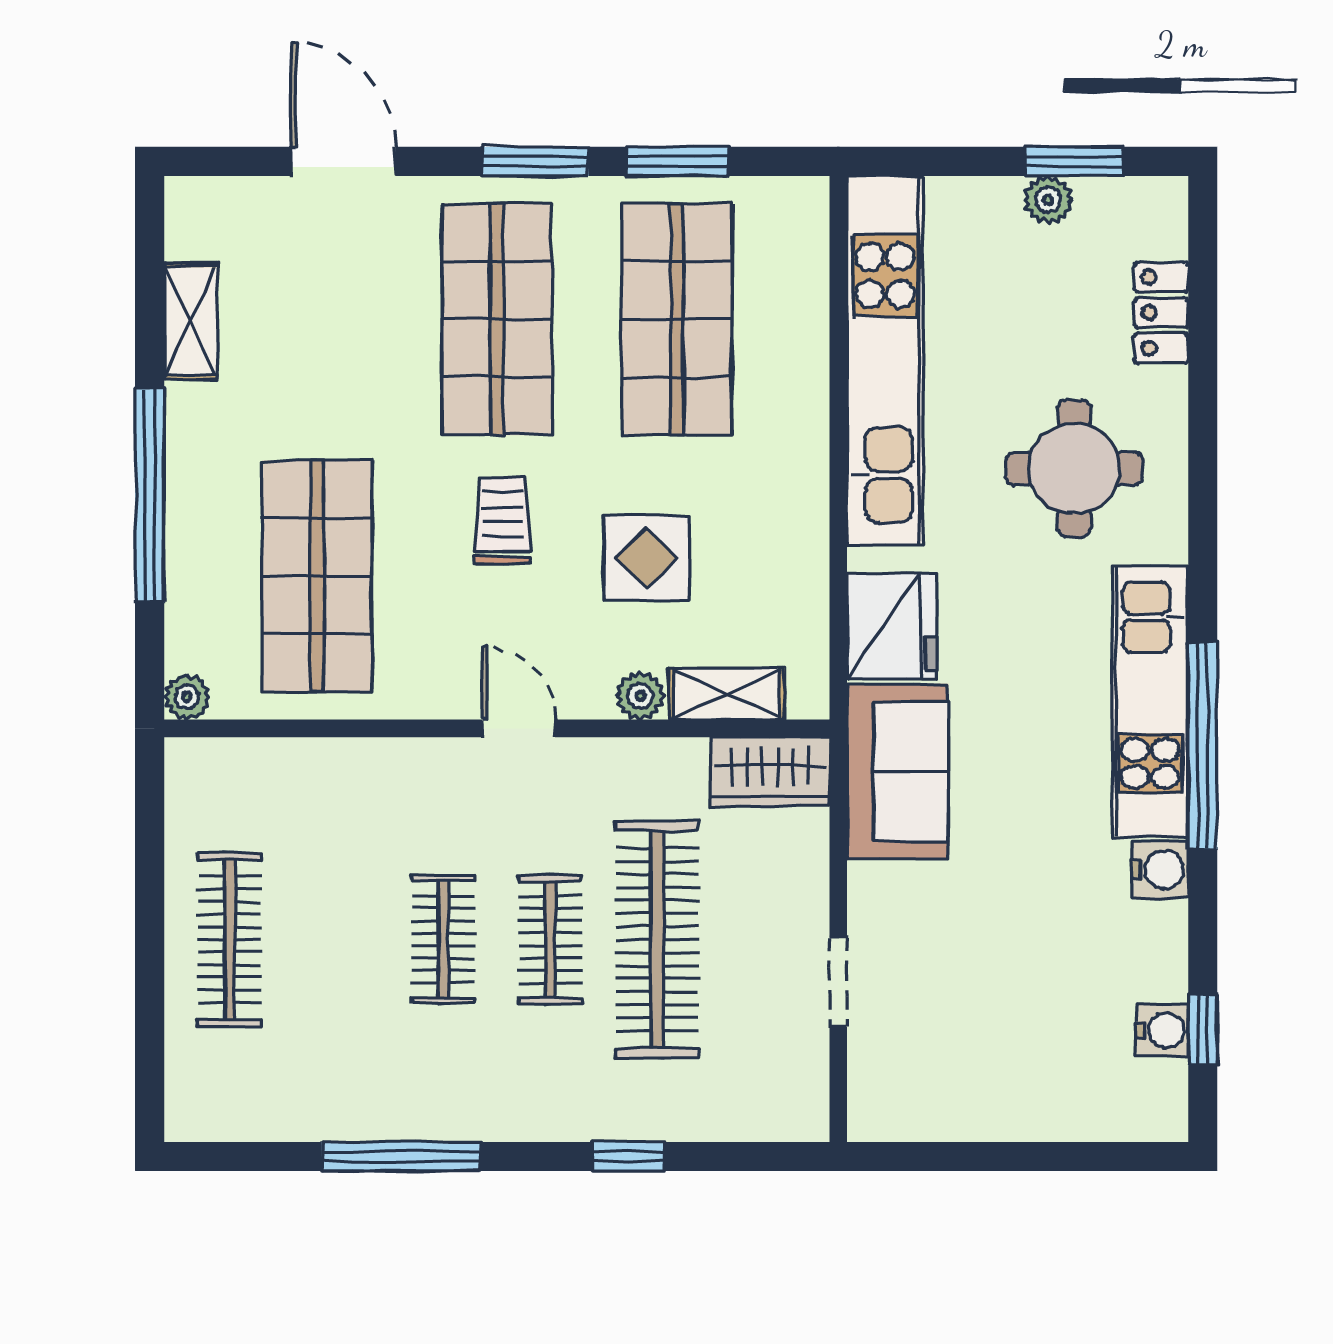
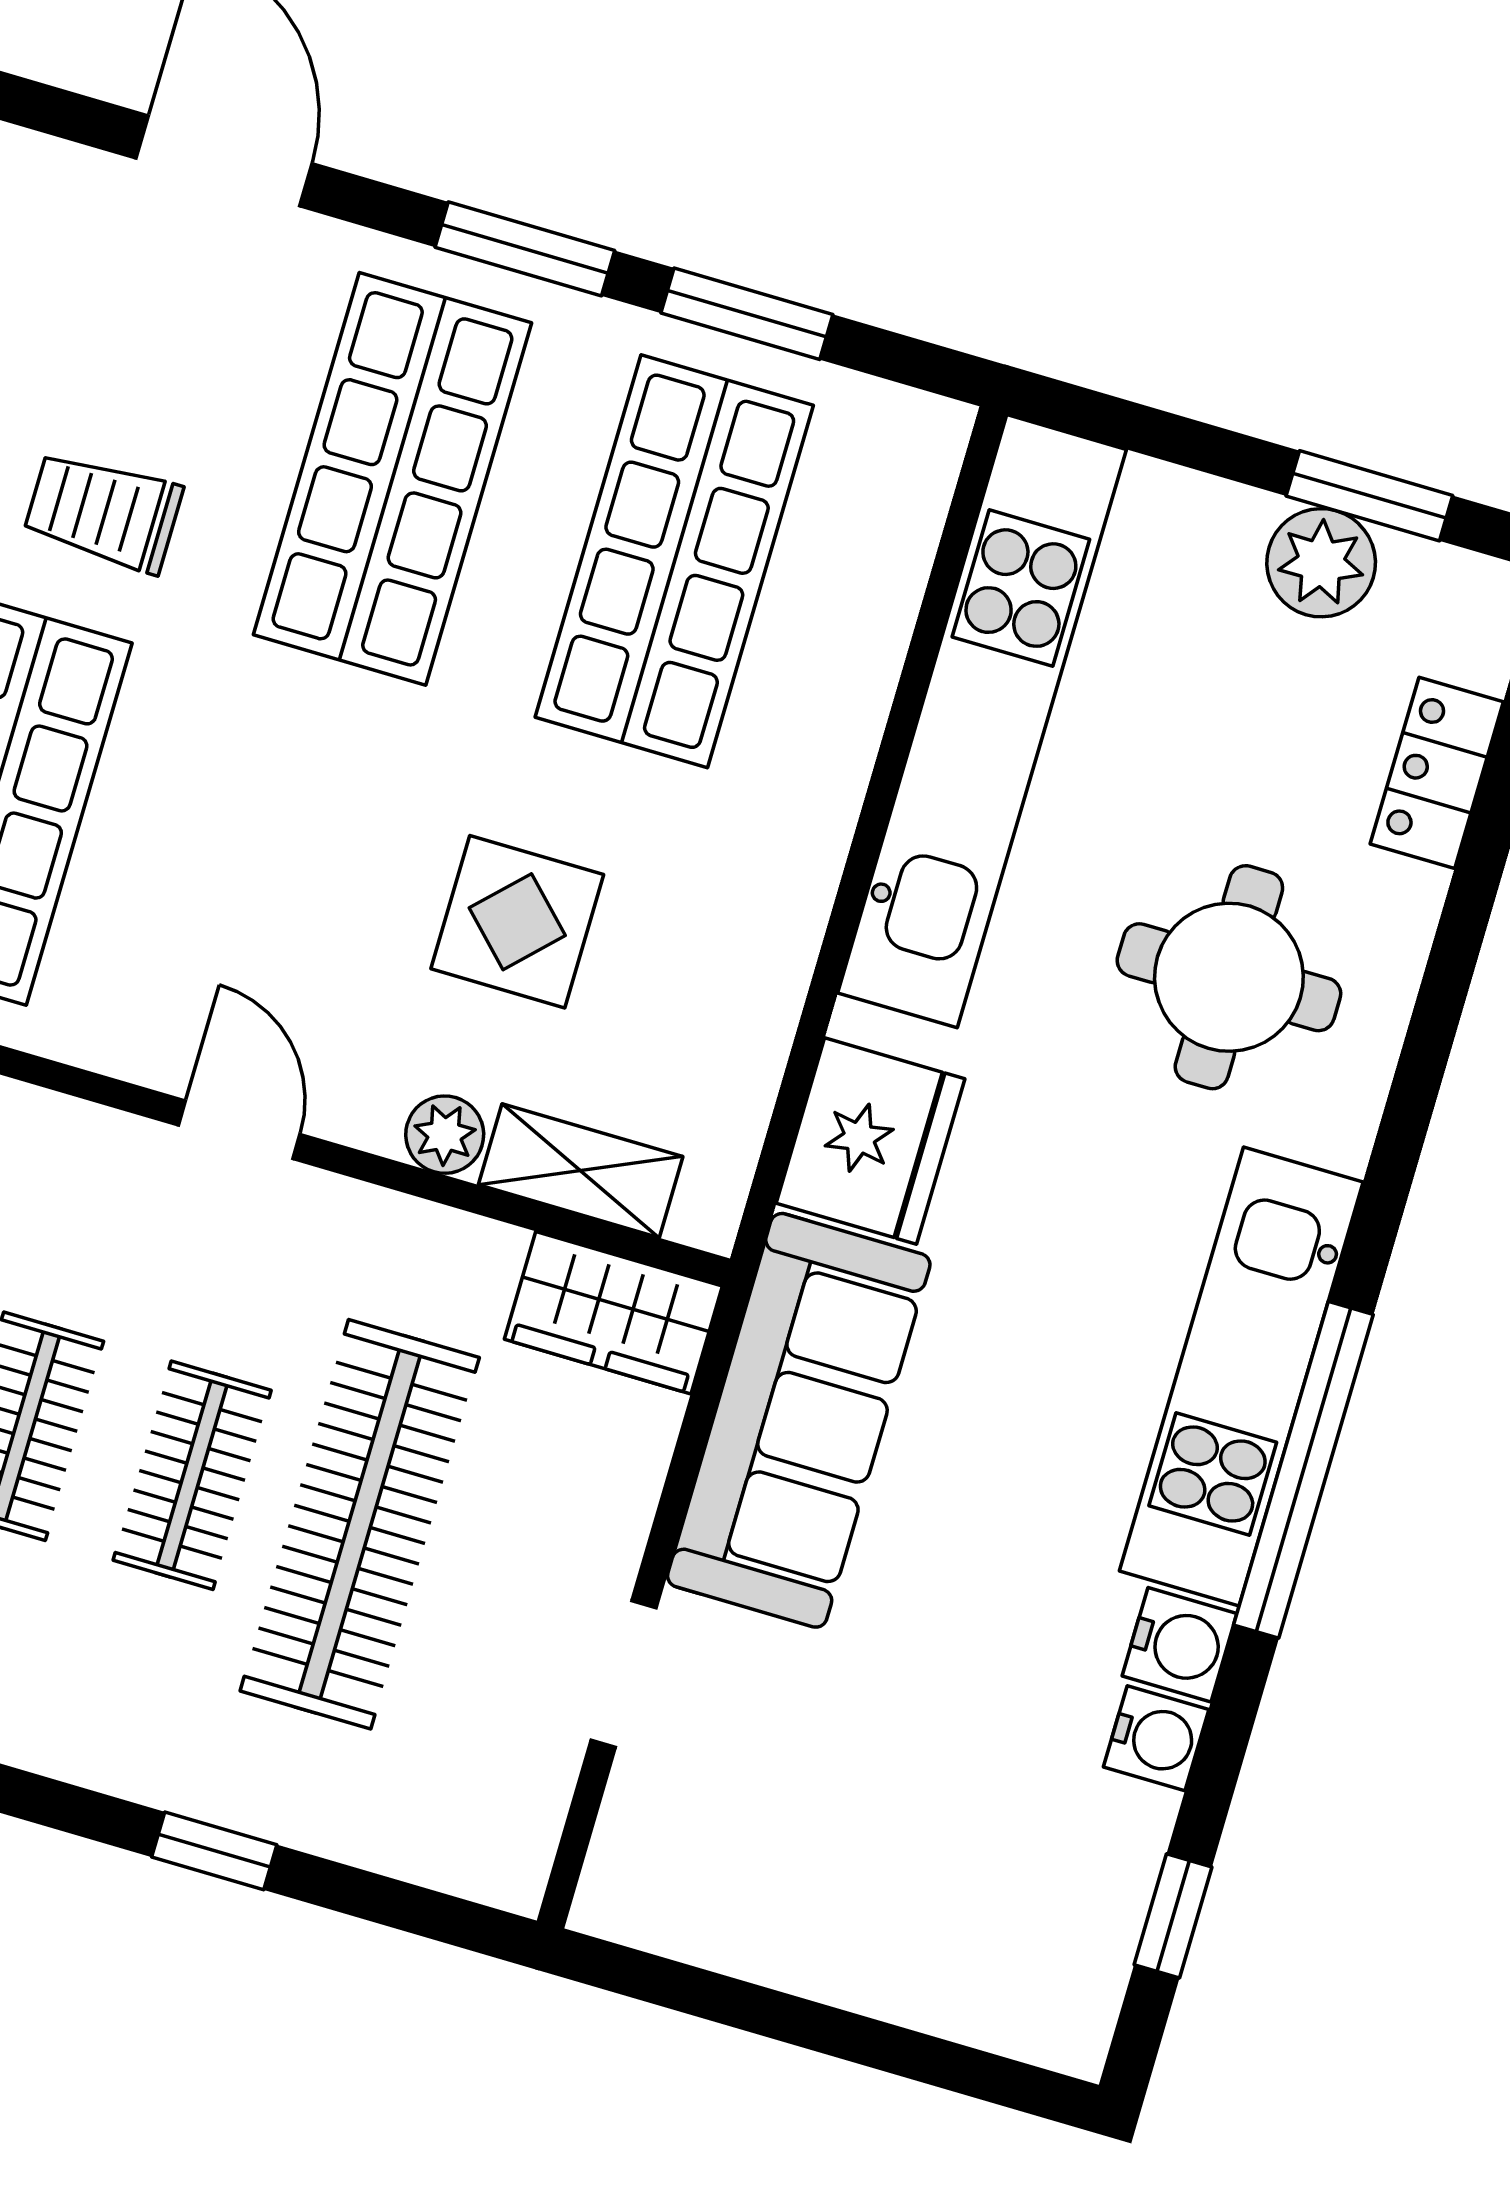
plant: (1048, 200) -> (1321, 563), width x1.38, depth x1.38
trolley: (503, 520) -> (103, 512), moved, turned -90
sofa: (897, 771) -> (799, 1420), width x1.36
water cooler: (1162, 1030) -> (1156, 1738), moved

